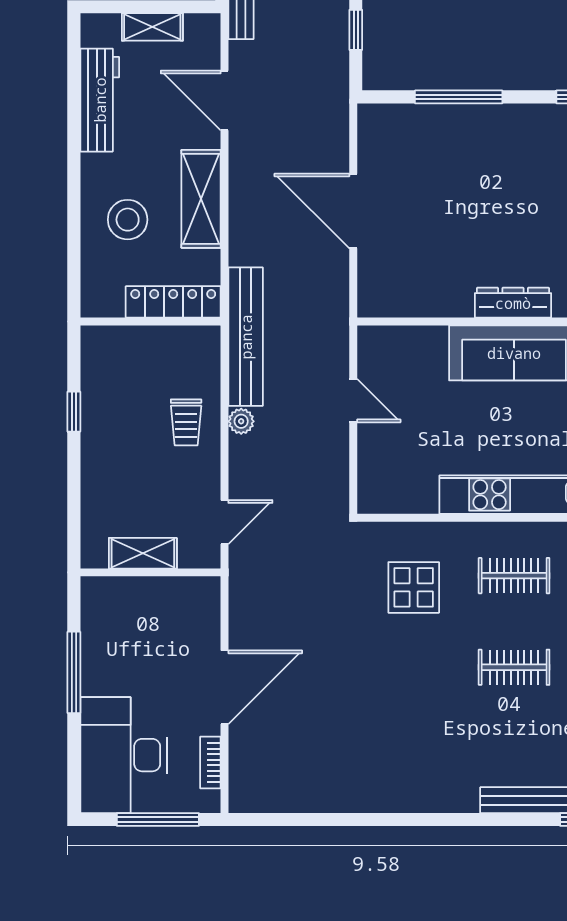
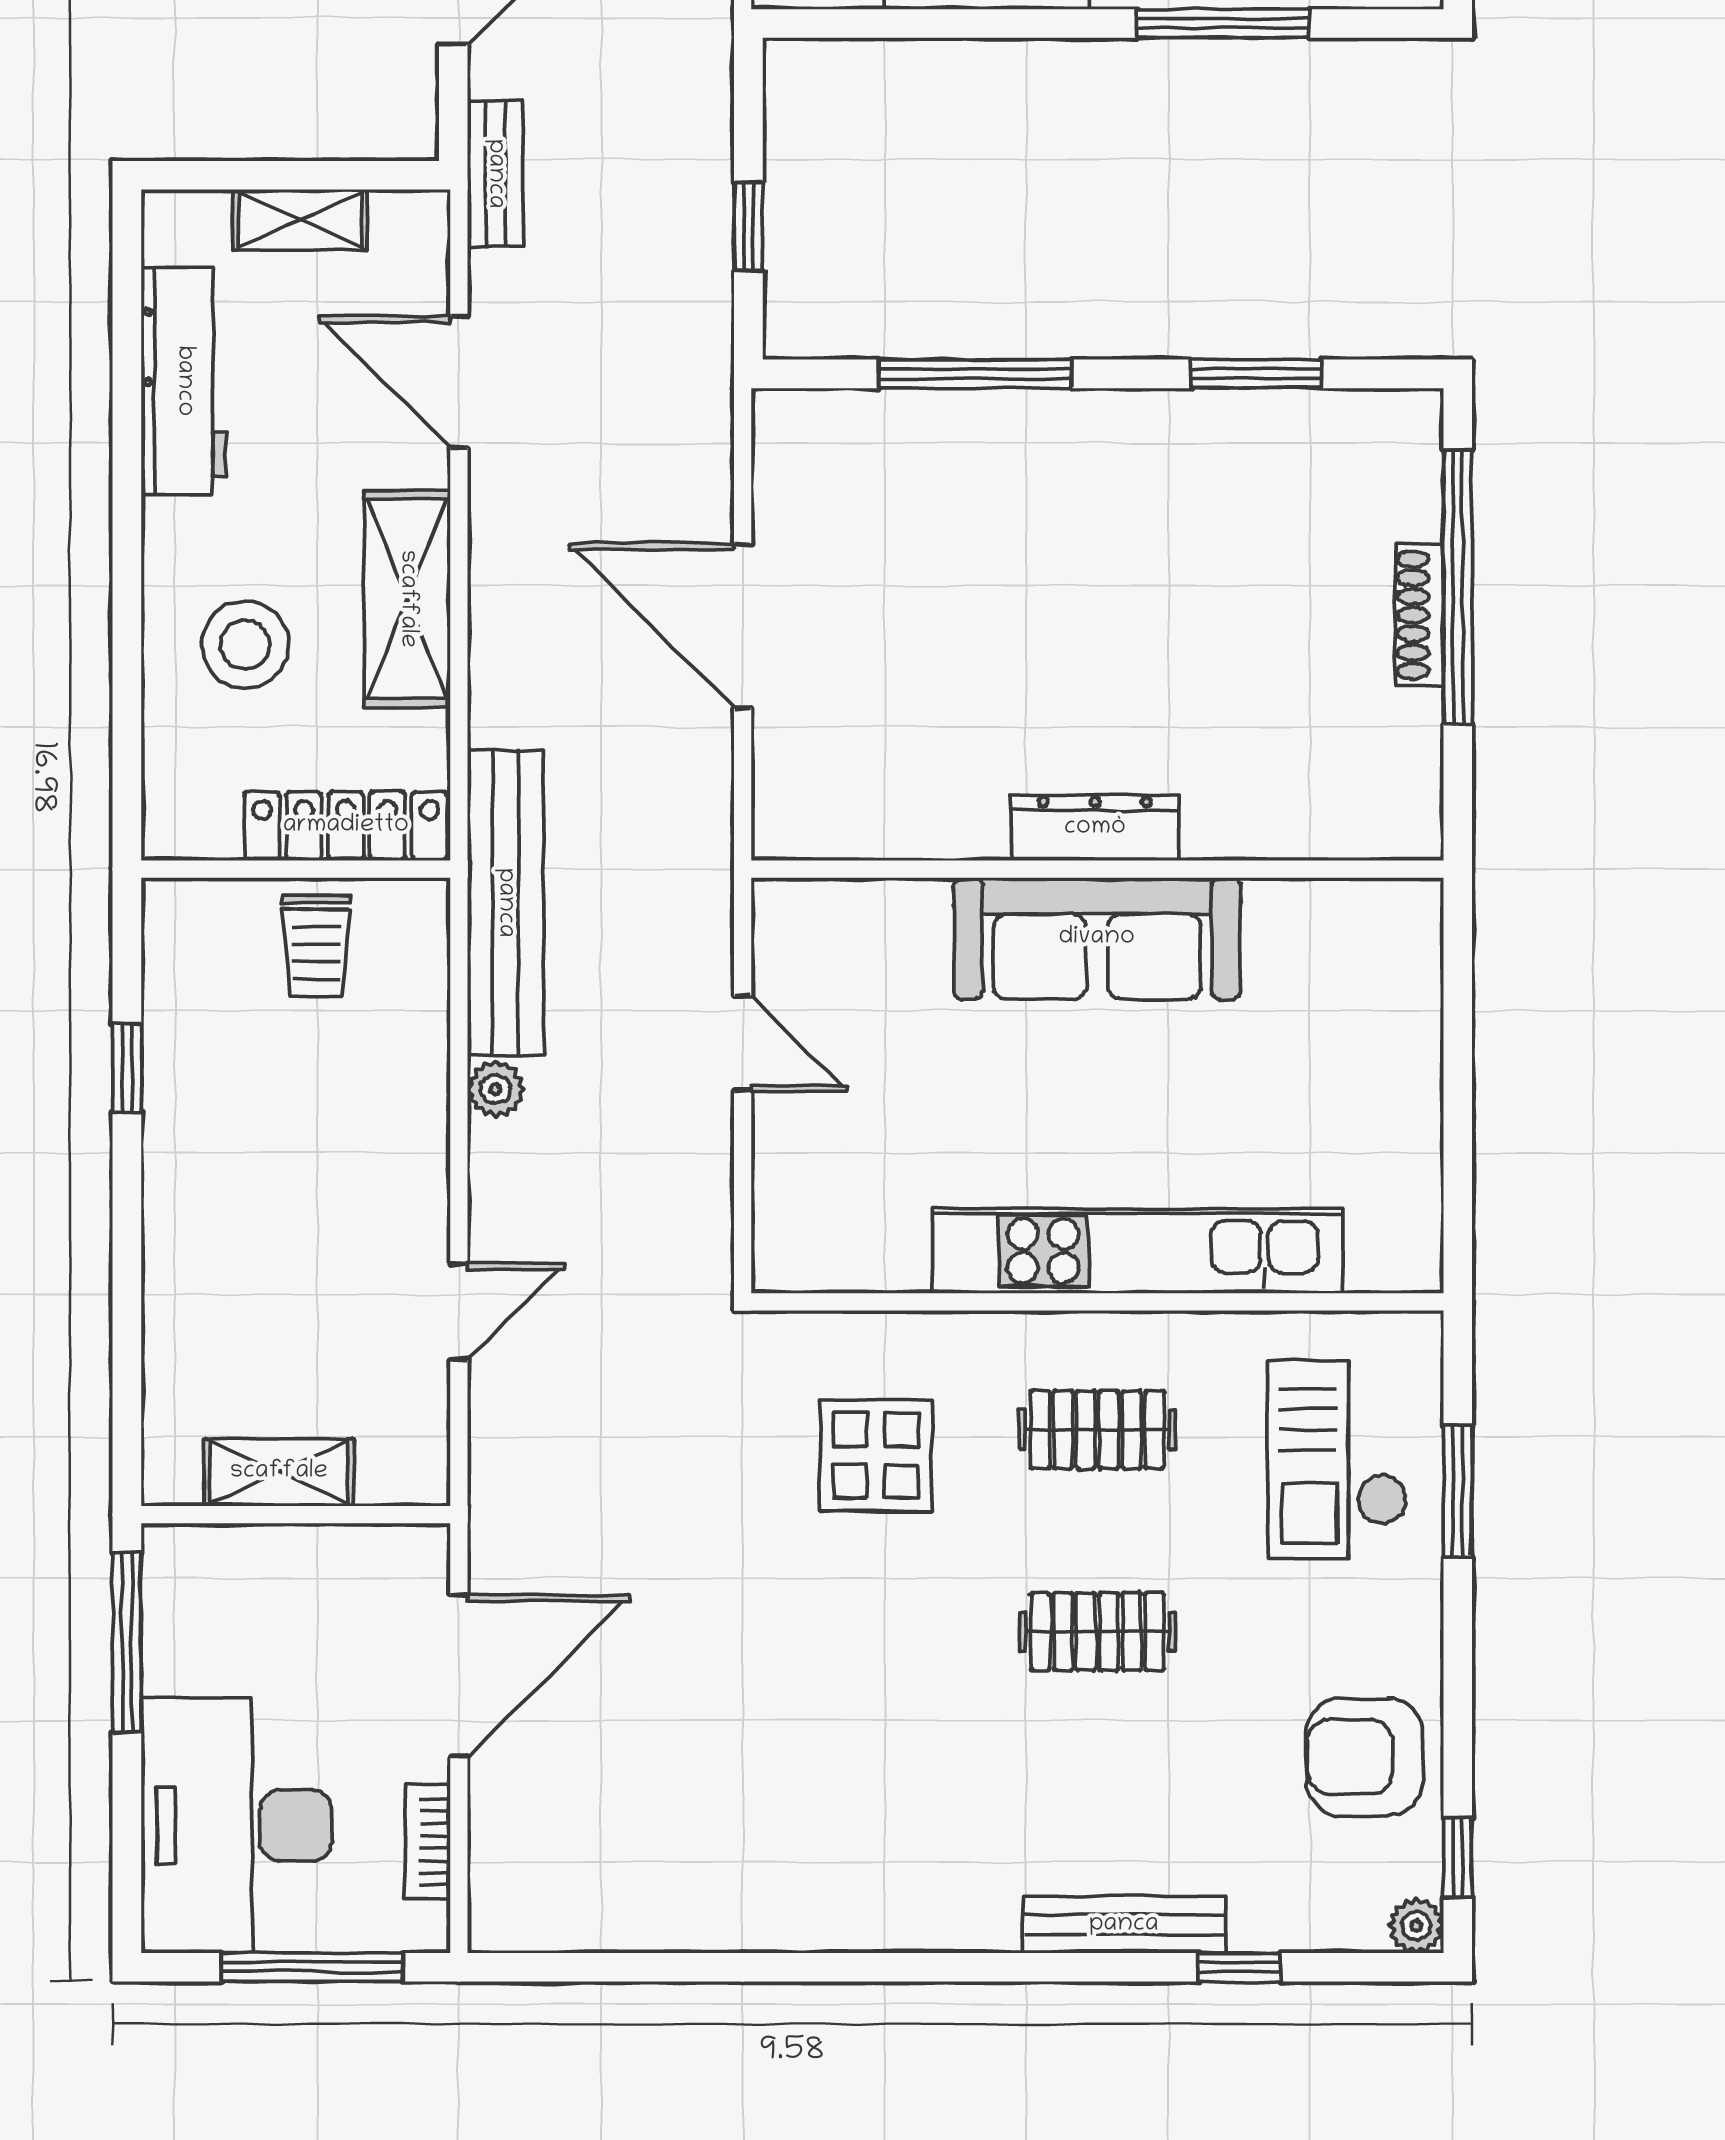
trolley: (186, 422) -> (317, 946), moved
shelving: (143, 553) -> (279, 1472), moved
wall: (150, 572) -> (296, 1515), moved

